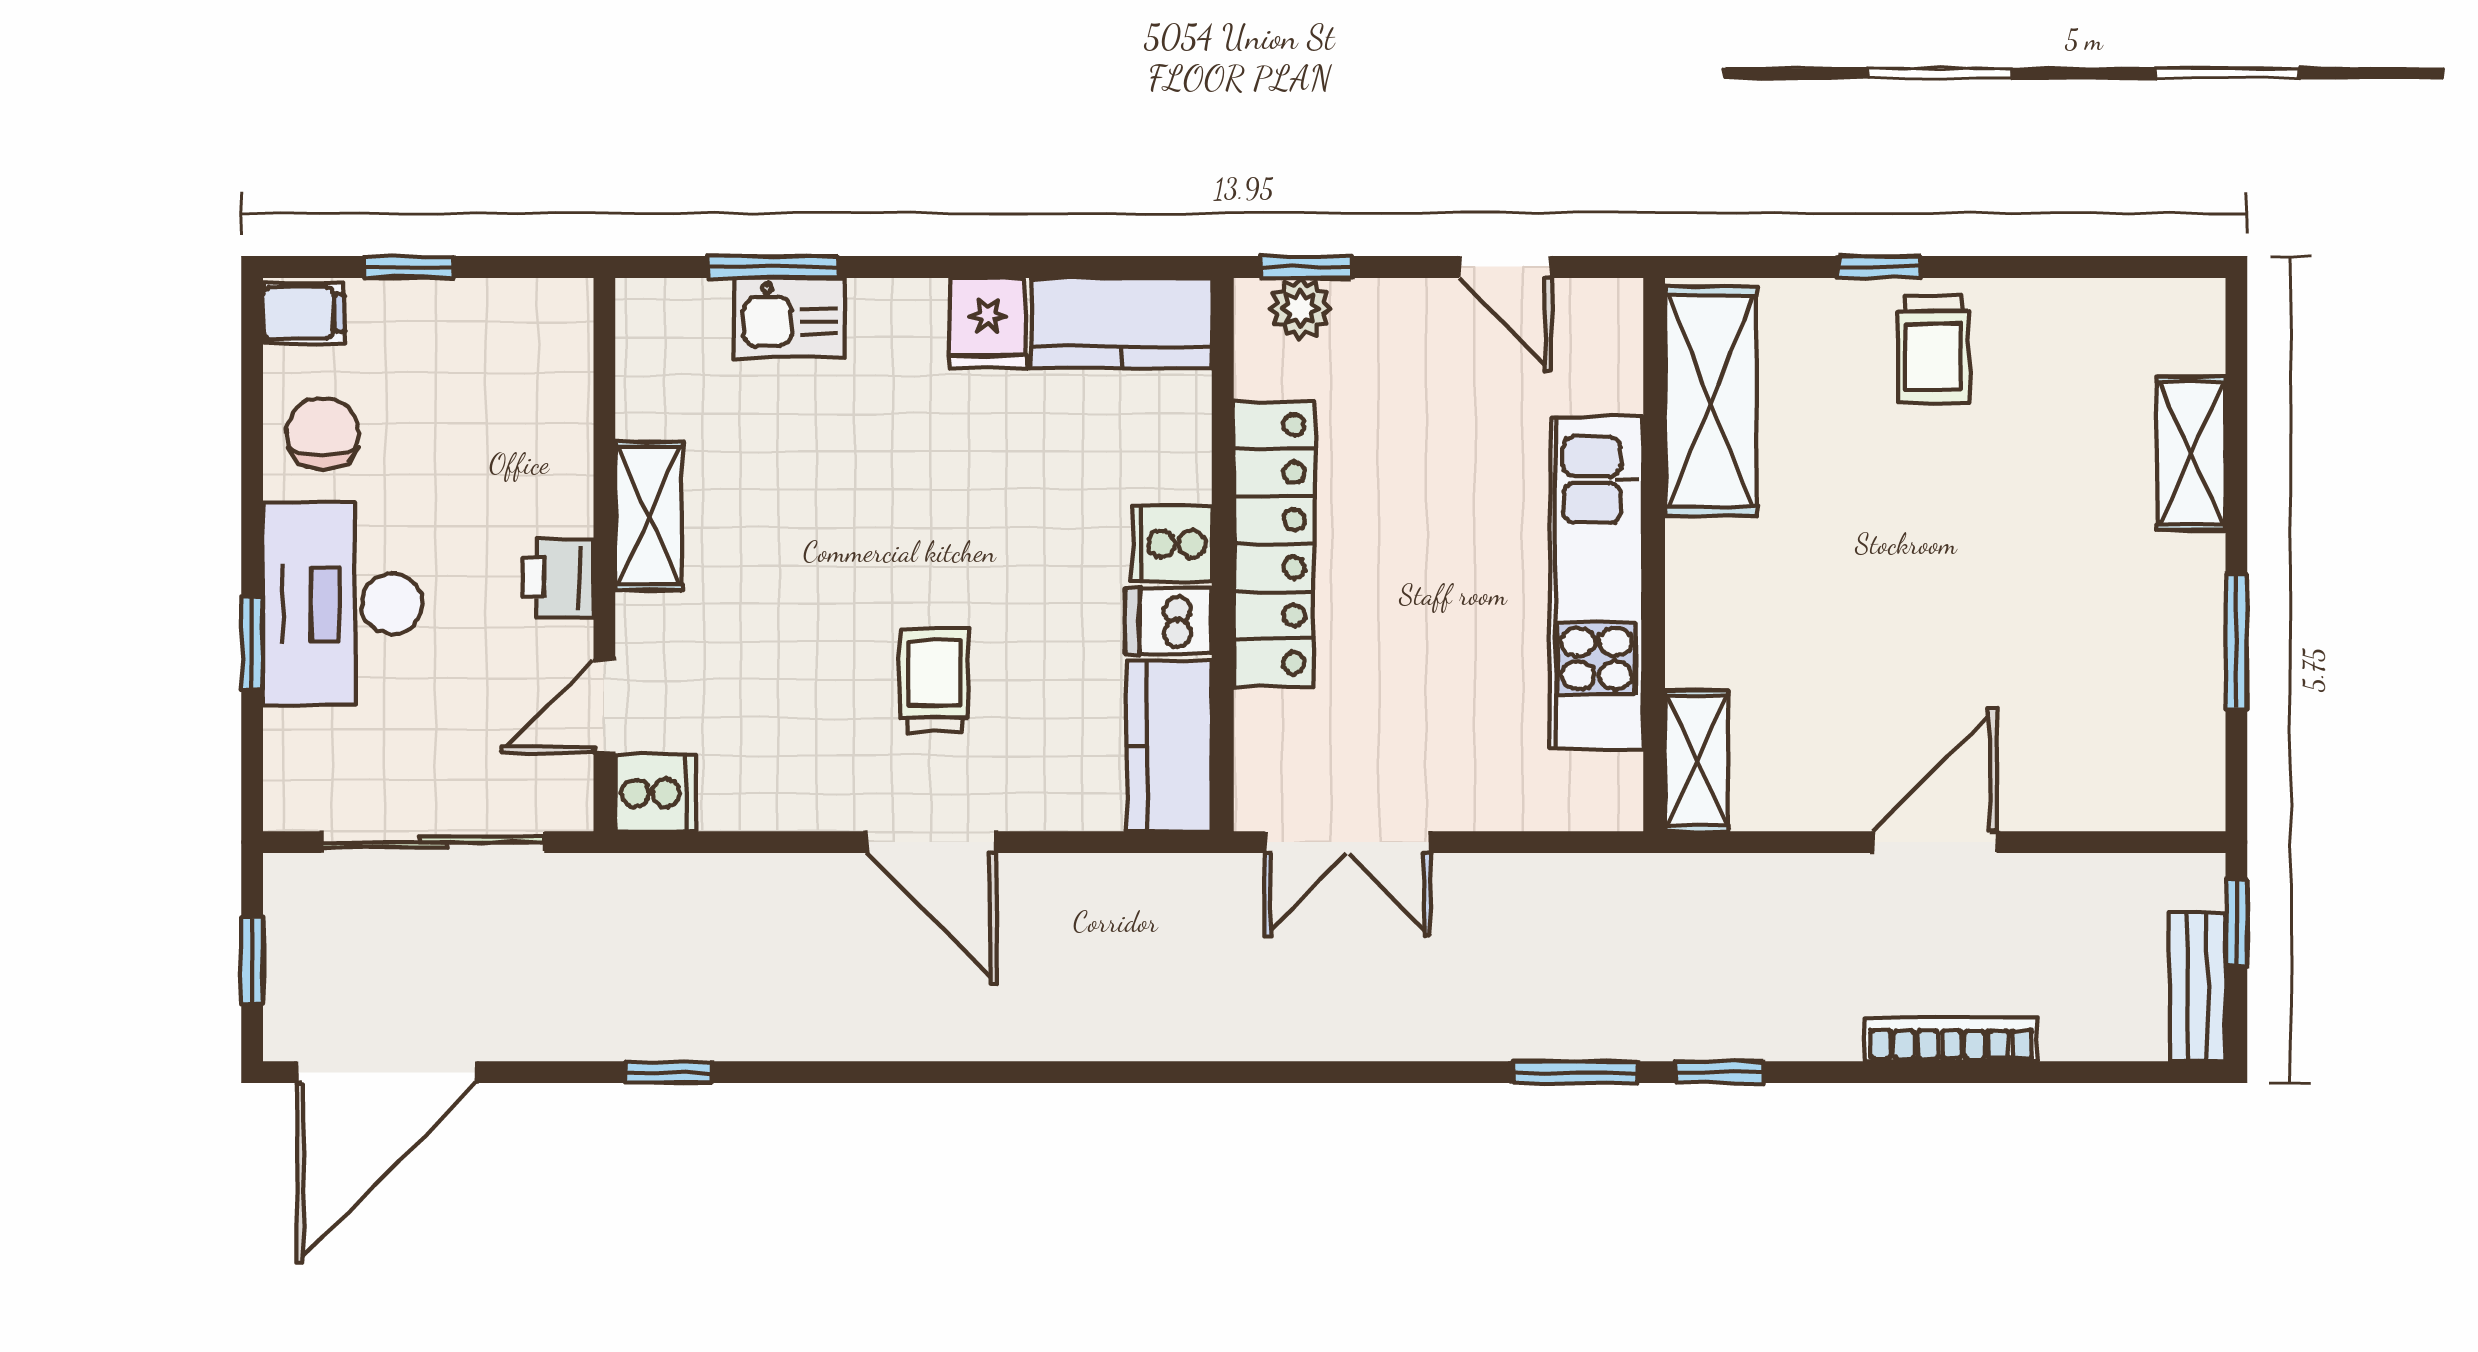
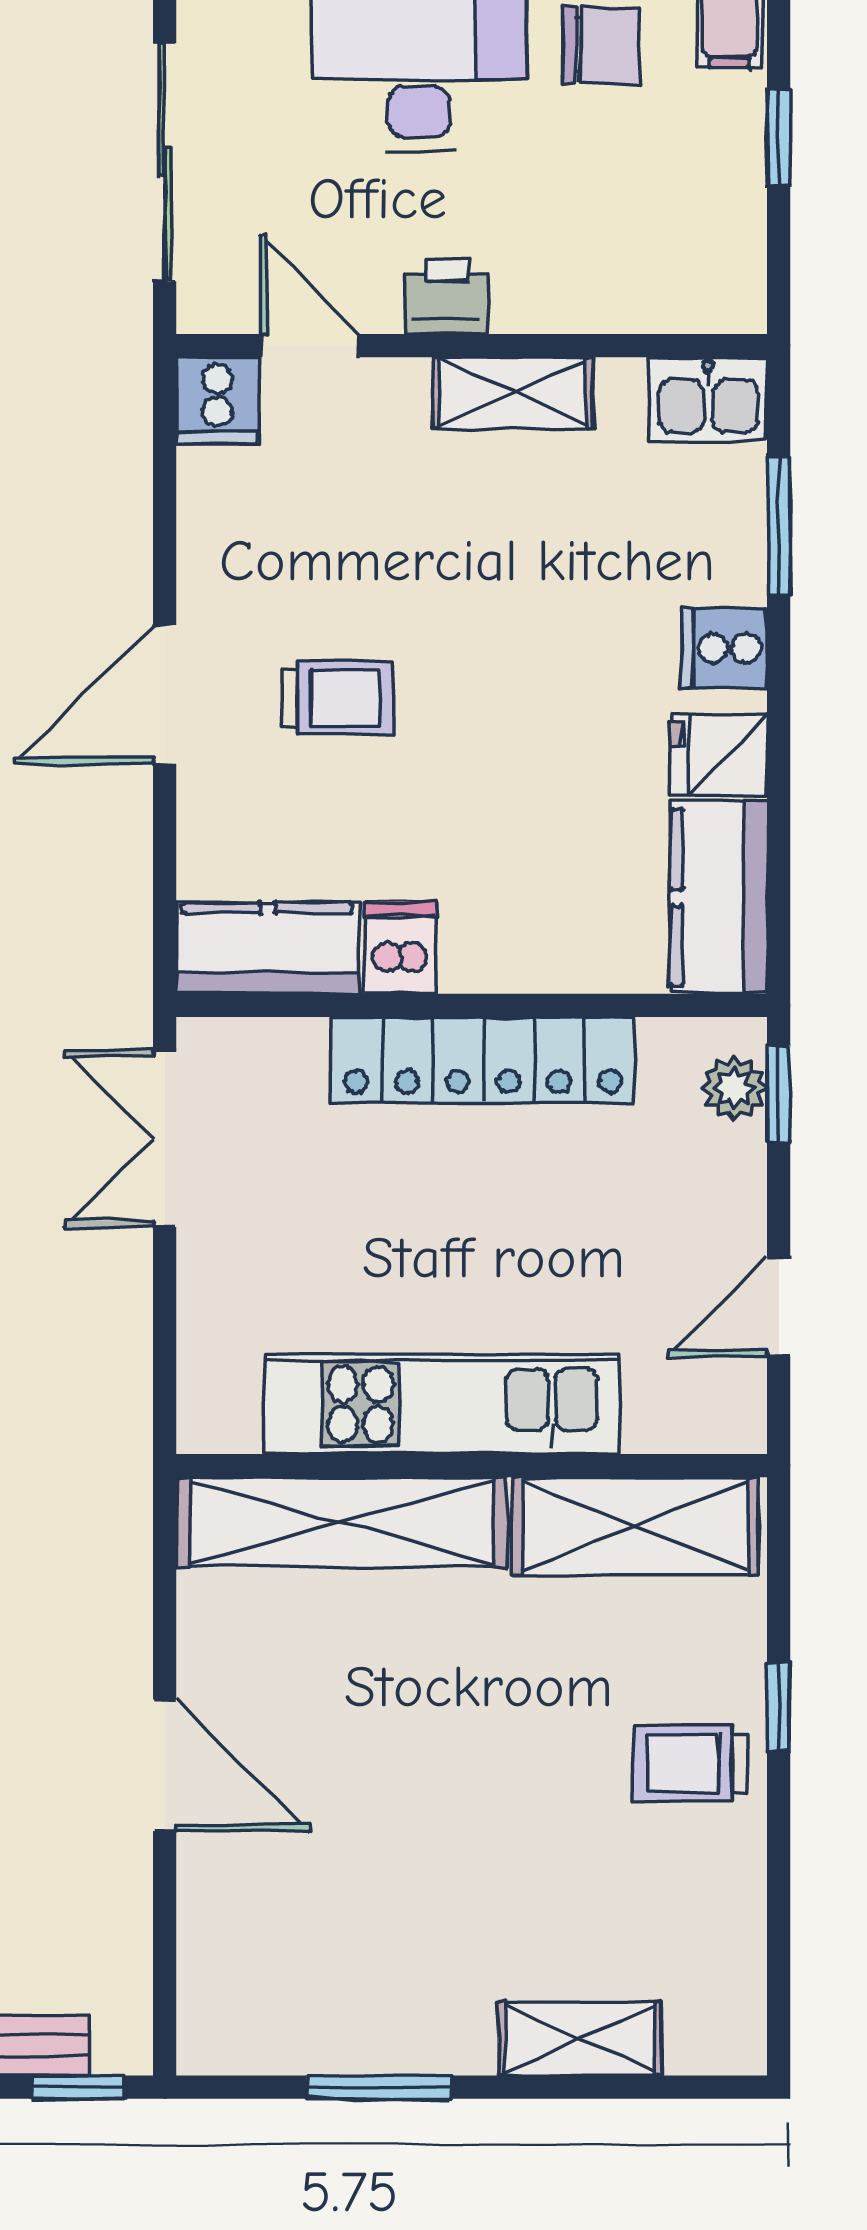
kitchen sink: (789, 318) -> (708, 400), moved, turned -90
cooker: (1172, 544) -> (724, 648), moved, turned -90
shelving: (1697, 761) -> (342, 1522), width x2.20, depth x1.33

